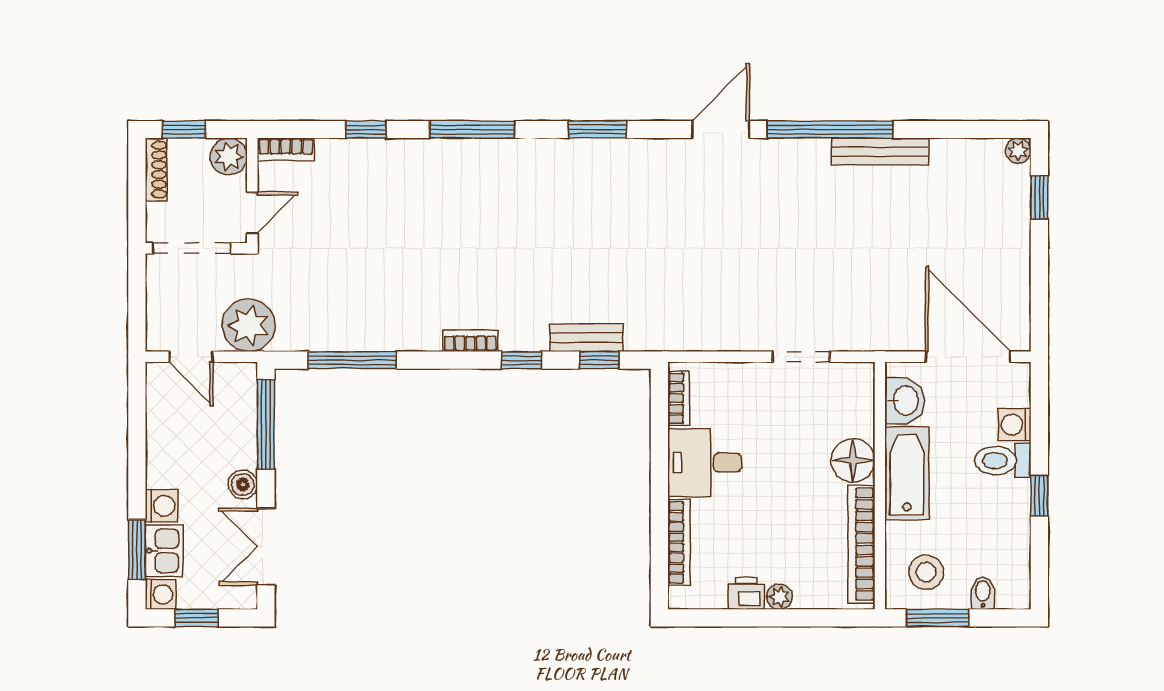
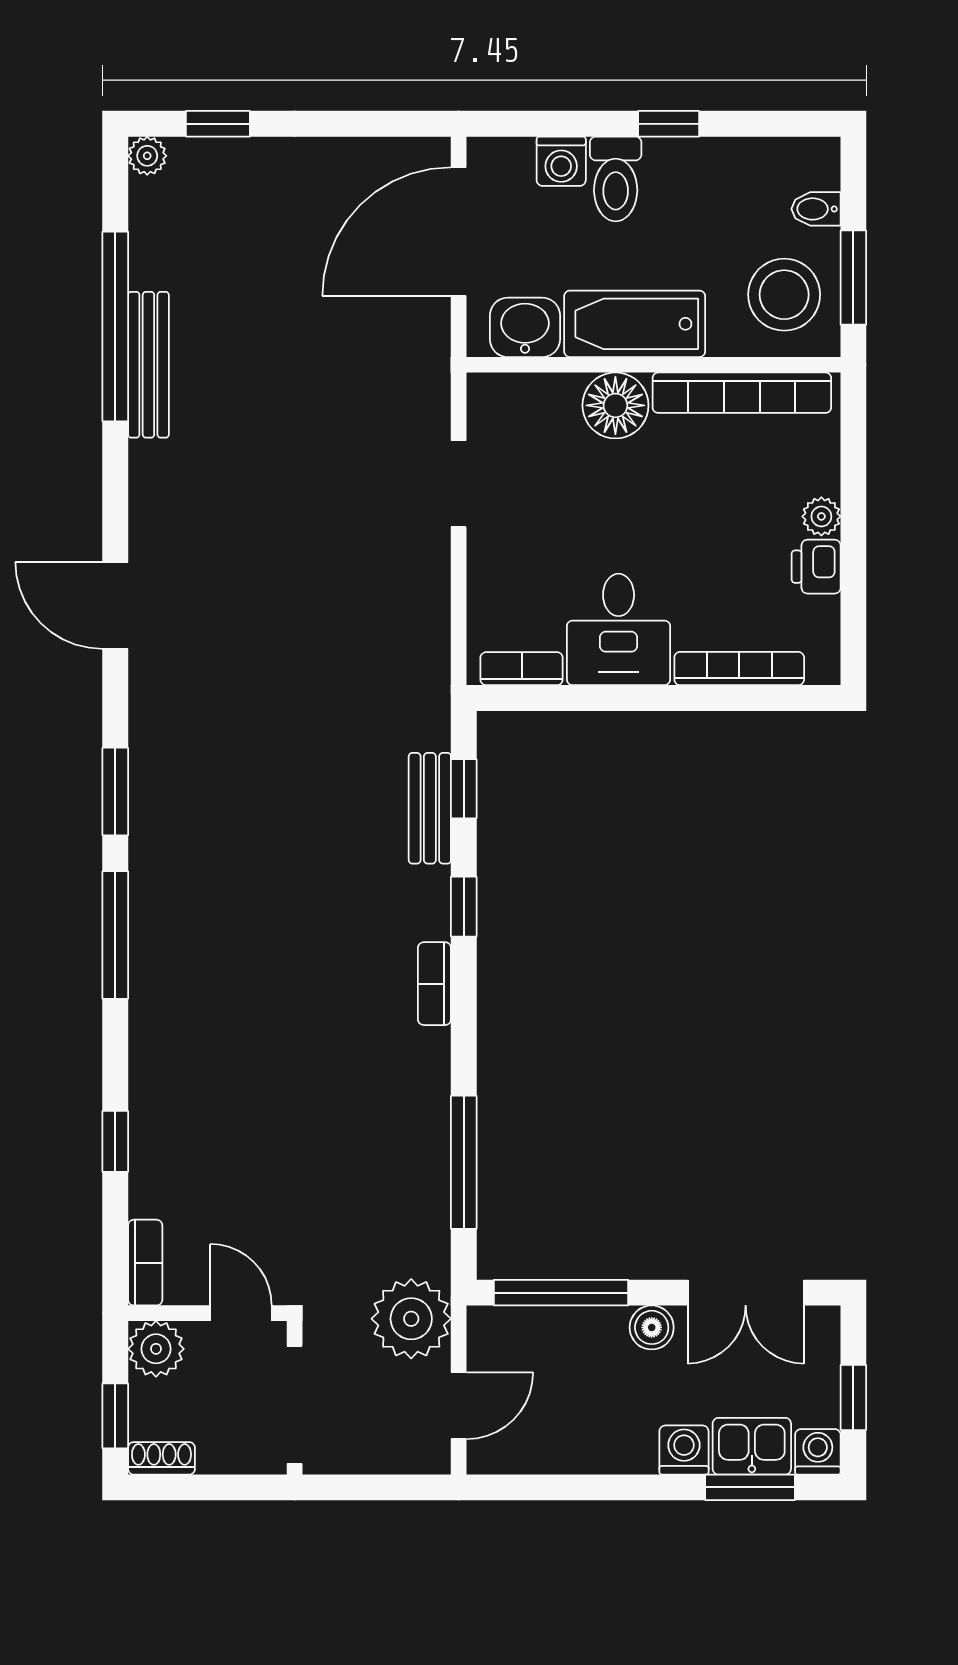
window: (472, 129) -> (115, 935), moved
window: (830, 129) -> (115, 326), moved
shoe rack: (156, 170) -> (161, 1458), width x0.70
stool: (926, 572) -> (784, 295), width x1.38, depth x1.38

